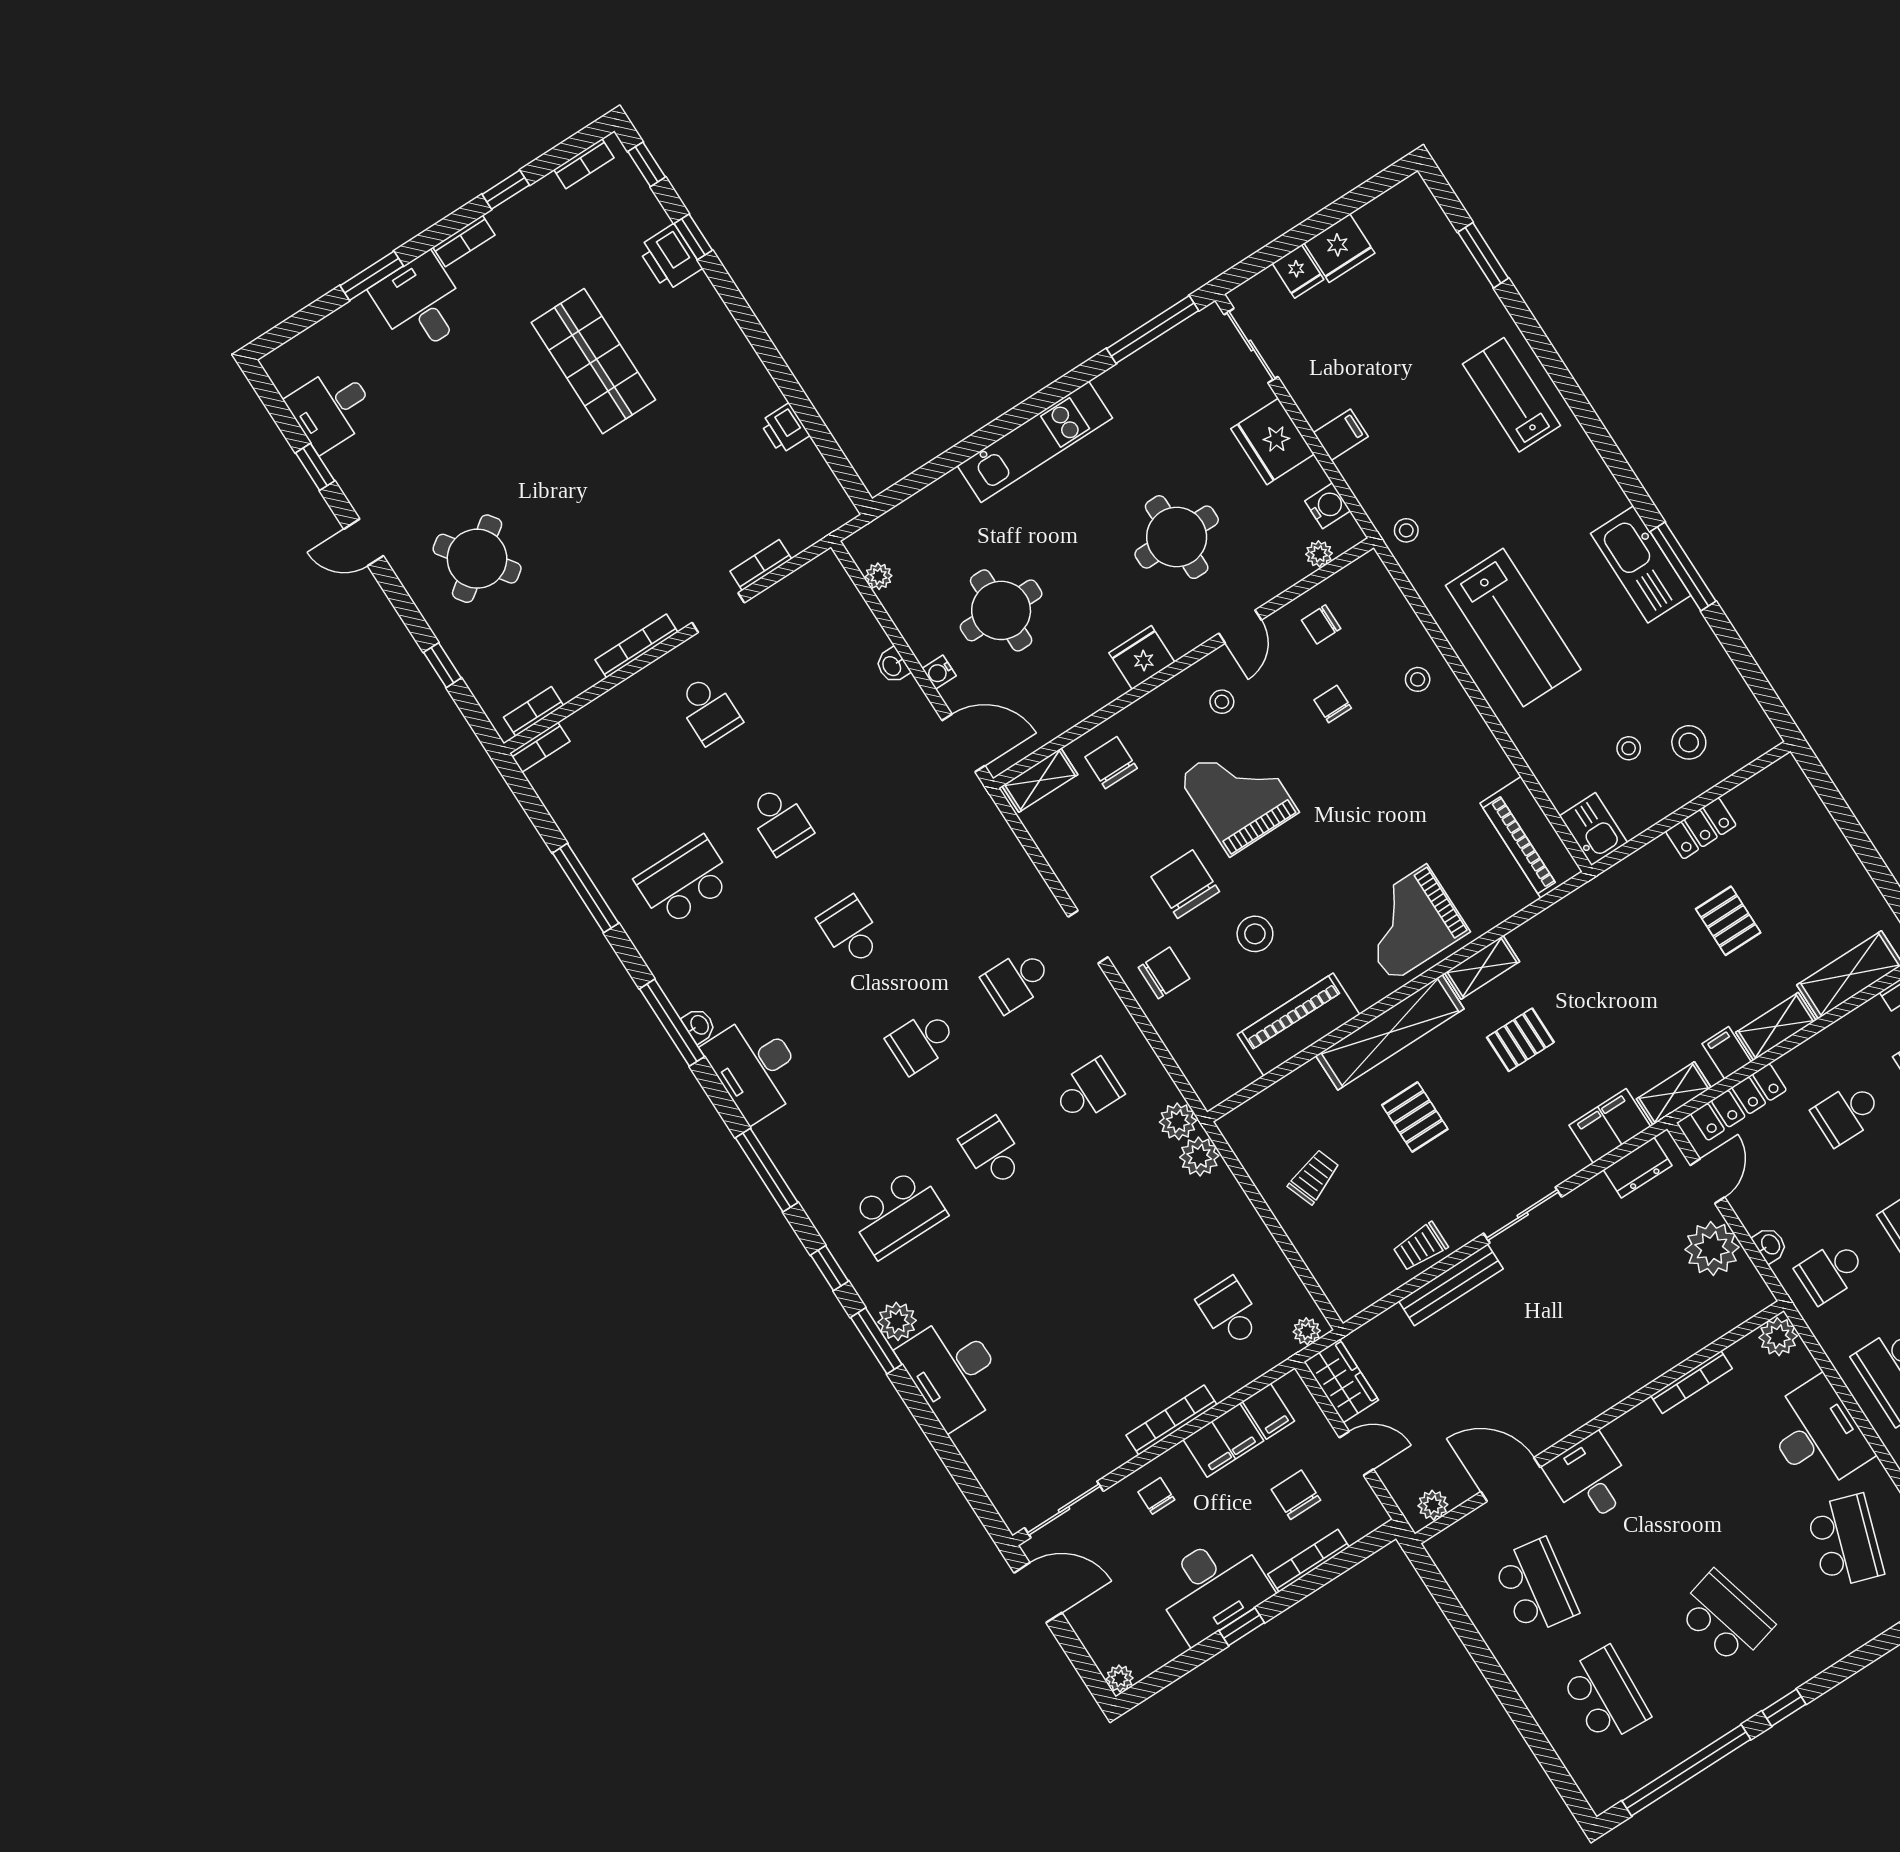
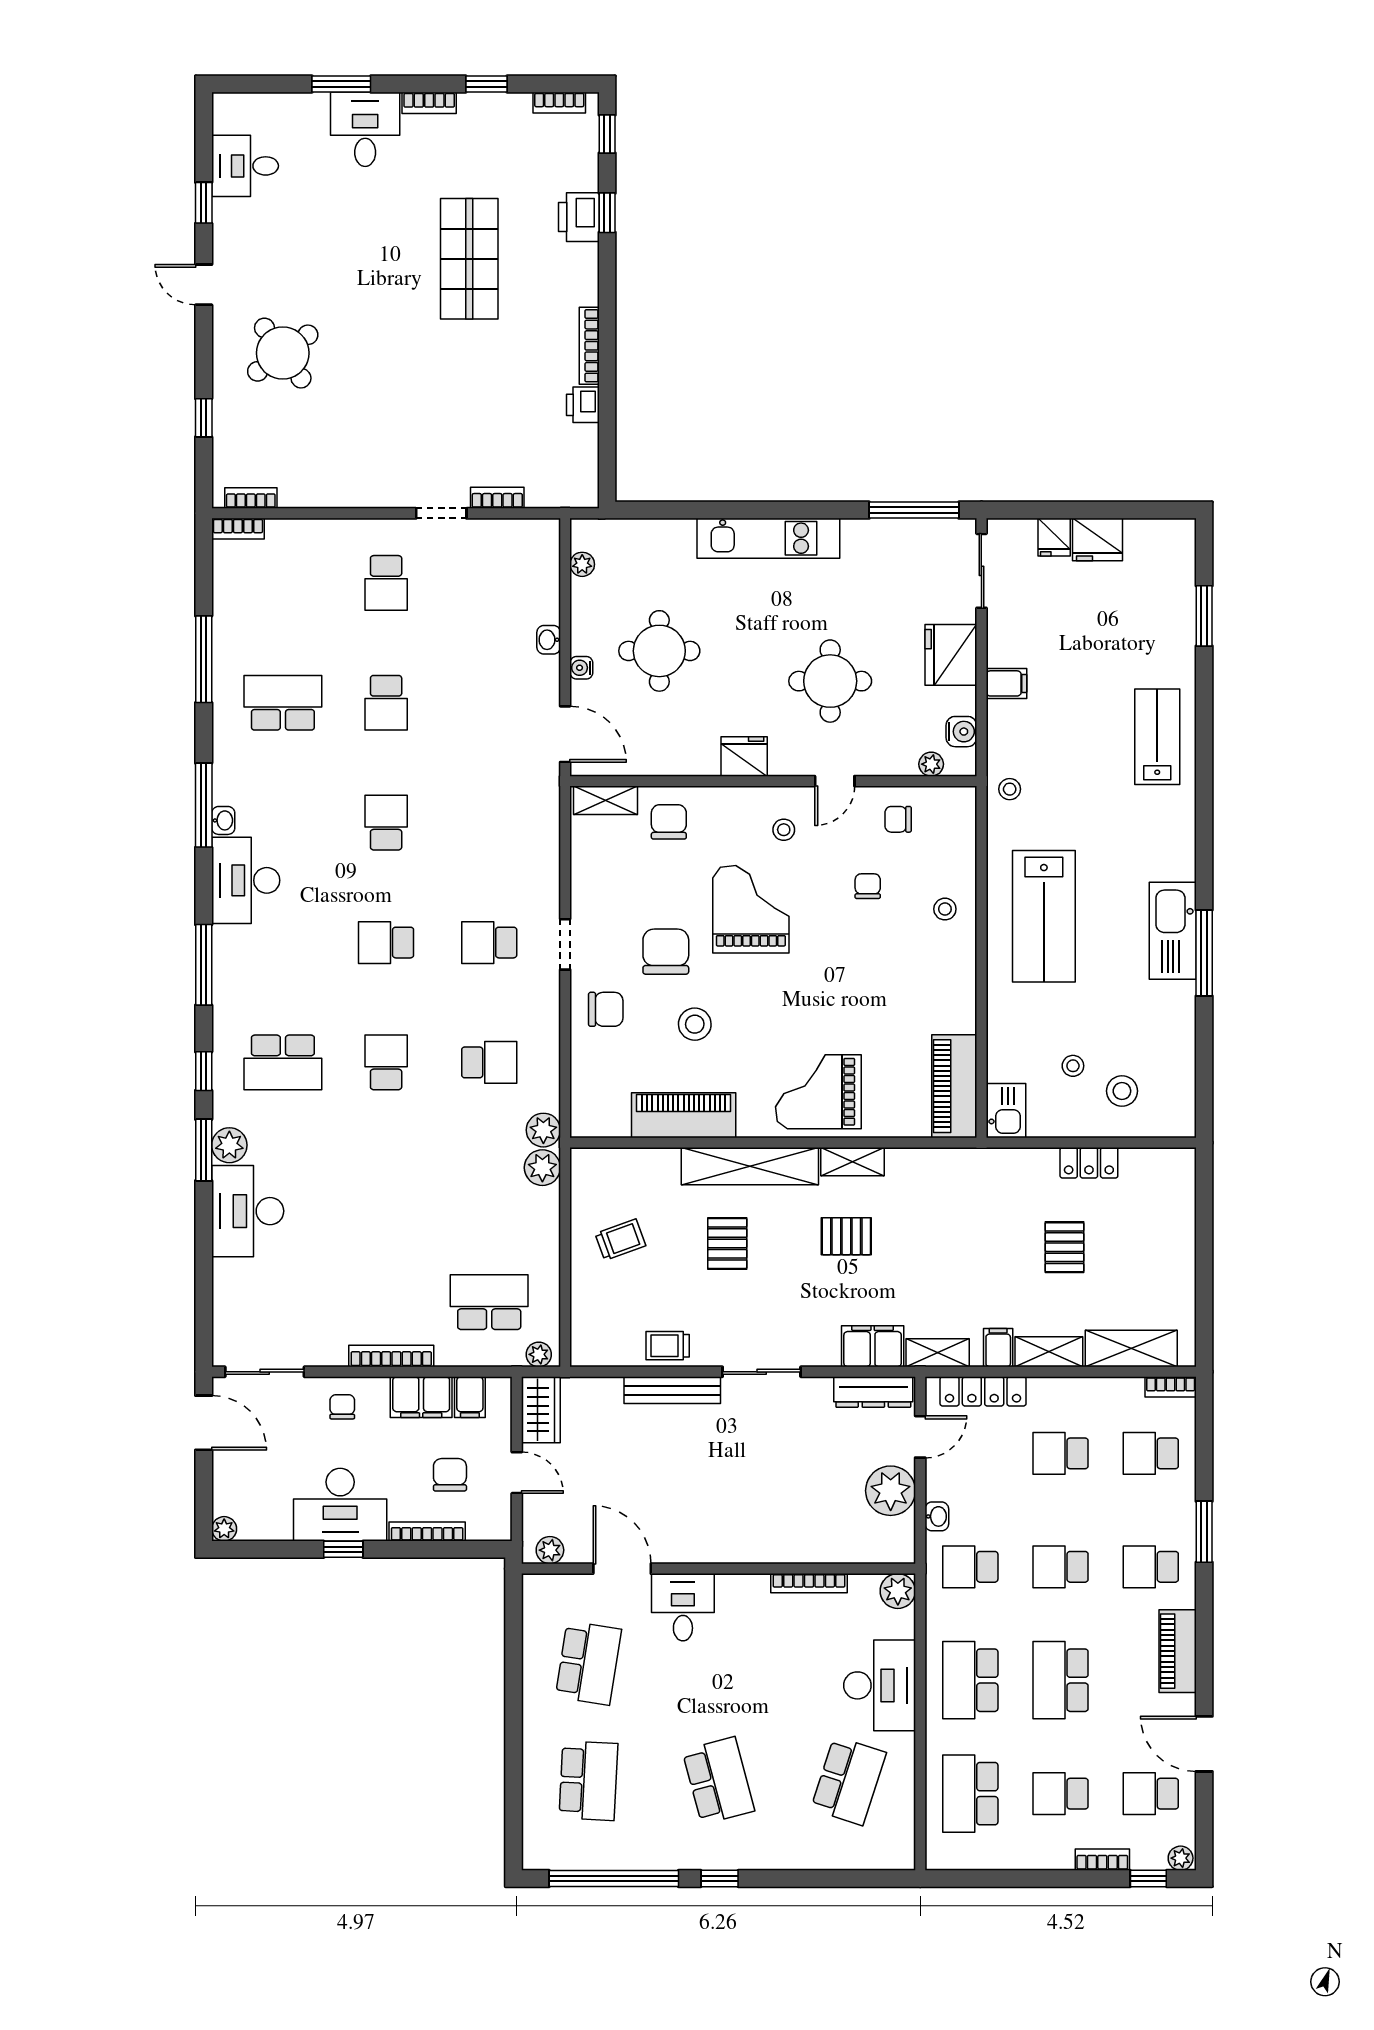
bookcase: (636, 646) -> (589, 346), moved, turned -90
dresser: (1638, 1168) -> (873, 1392), width x1.44
school desk: (1230, 1312) -> (489, 1302), width x1.85

